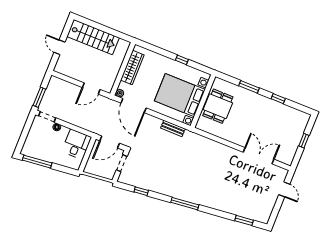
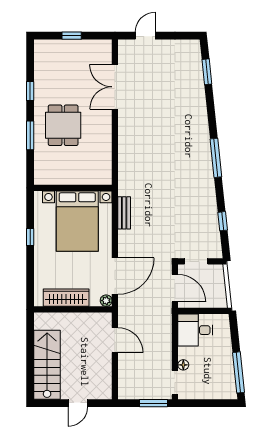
dining table: (218, 106) -> (63, 125), moved, turned 90

